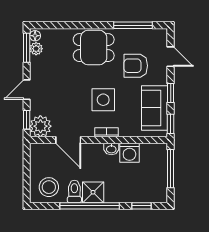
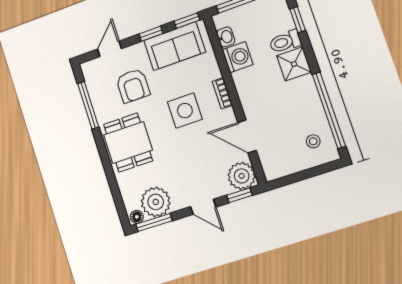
plant: (36, 49) -> (156, 202), width x1.87, depth x1.87
door: (68, 140) -> (247, 136), swing flipped
washbasin: (111, 149) -> (226, 37), moved
stool: (49, 187) -> (313, 141), width x0.53, depth x0.53
toilet: (74, 191) -> (285, 42), moved
shower: (93, 192) -> (294, 64), moved
window: (90, 206) -> (329, 110), moved

